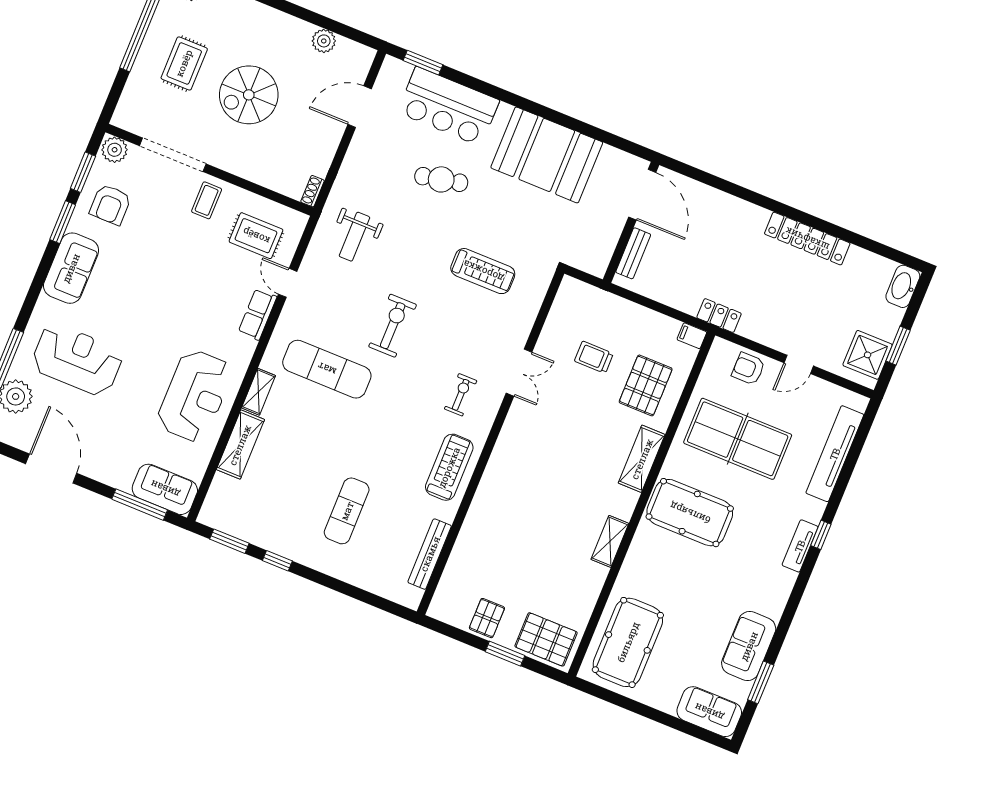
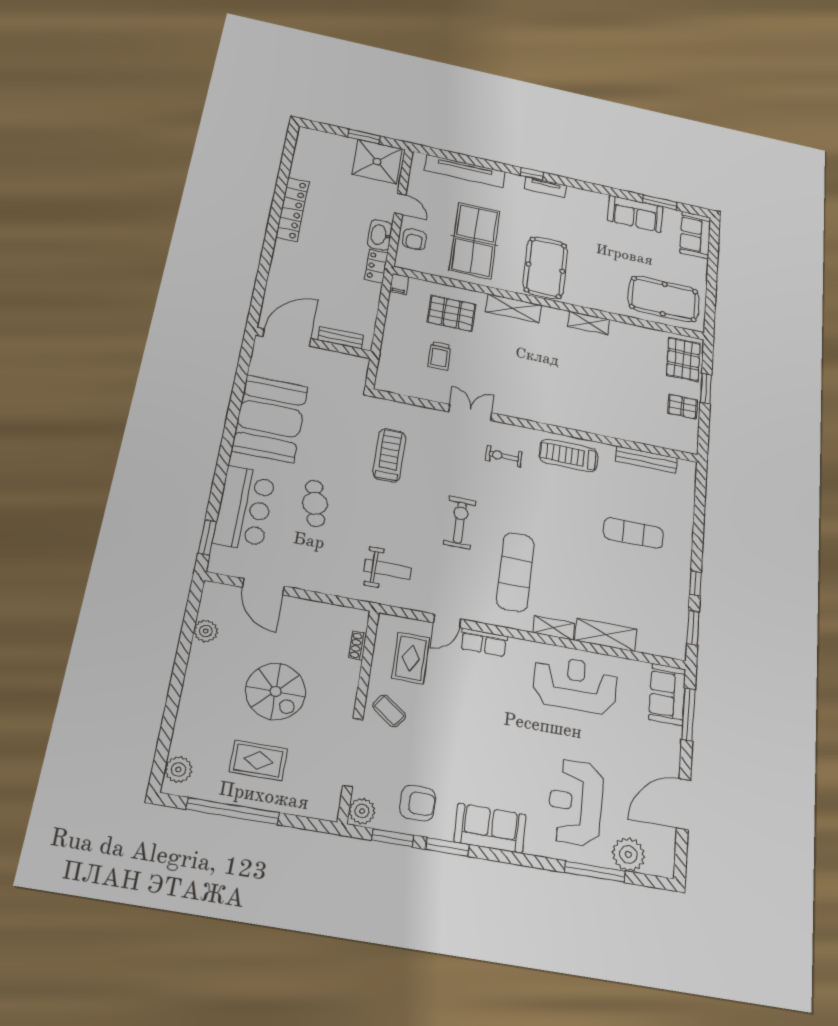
shoe rack: (313, 191) -> (358, 646), moved, turned 90
coffee table: (207, 200) -> (389, 711), turned 37
washbasin: (903, 286) -> (380, 235), moved, turned 90
exercise bike: (393, 326) -> (460, 523), turned 90
shower: (868, 355) -> (377, 161), width x1.37, depth x1.37

